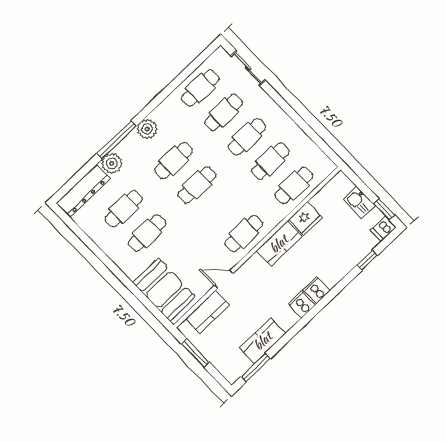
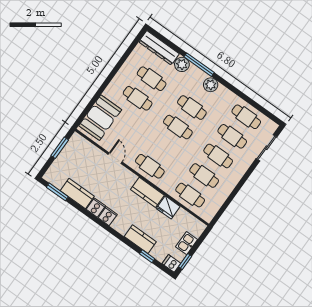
cooker: (316, 290) -> (96, 208), moved
kitchen counter: (207, 312) -> (140, 239), moved, turned 180

